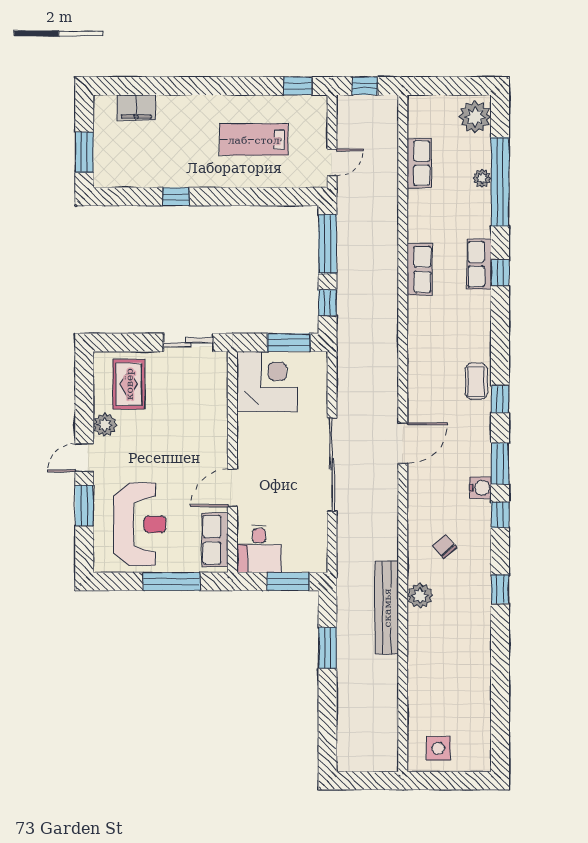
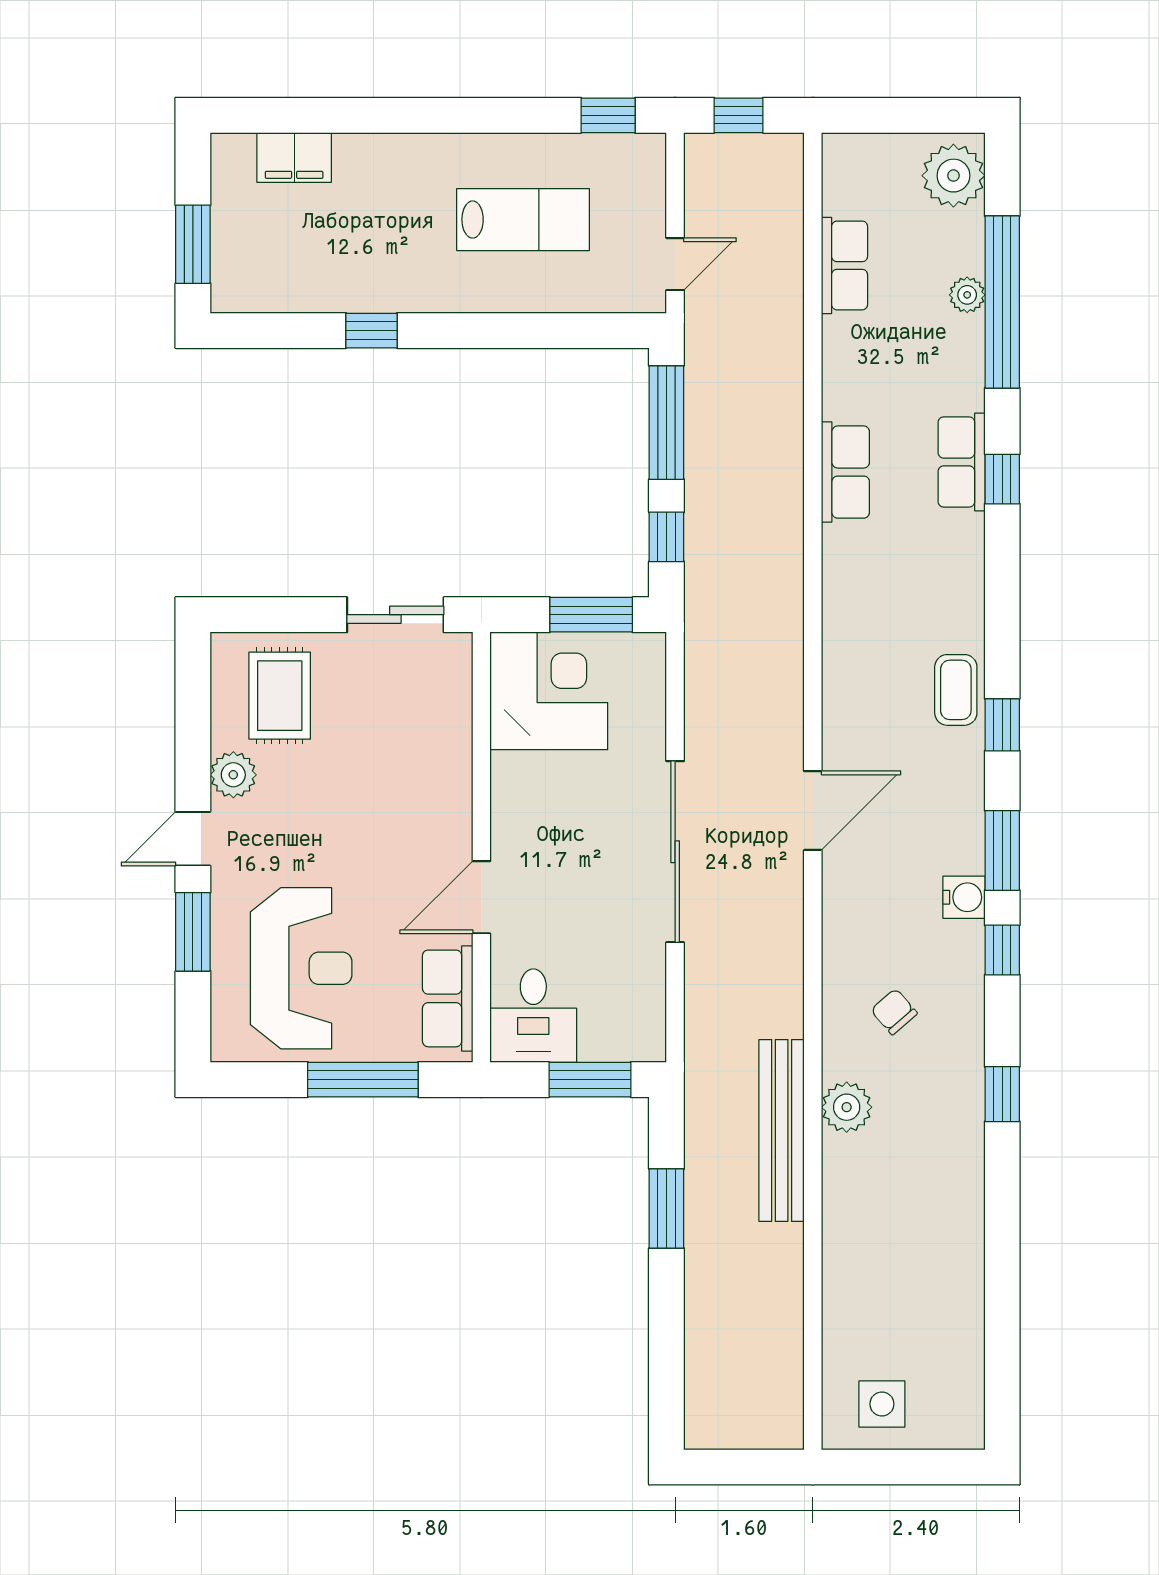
lab bench: (254, 140) -> (523, 220), turned 180

